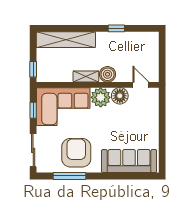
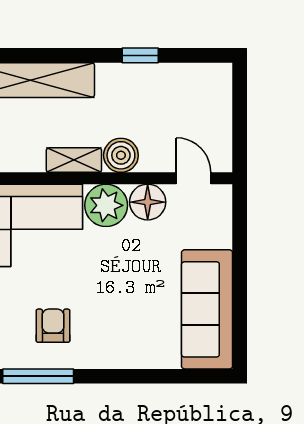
armchair: (76, 153) -> (53, 326), width x0.53, depth x0.53
sofa: (129, 161) -> (207, 309), moved, turned -90

